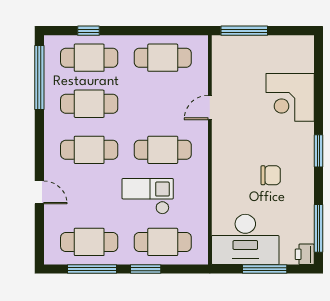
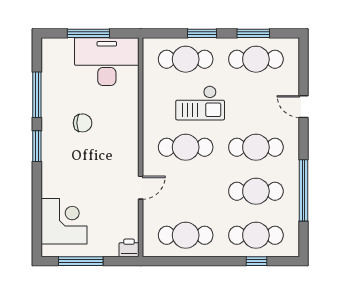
window: (244, 31) -> (81, 261), moved
window: (39, 78) -> (303, 190), moved
corner desk: (290, 97) -> (64, 221), moved
chair: (271, 175) -> (83, 123), turned 180
window: (319, 228) -> (37, 95), moved
printer: (305, 254) -> (129, 248), moved, turned -90
window: (92, 269) -> (253, 33), width x0.69

